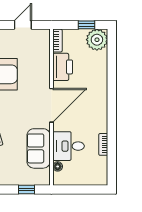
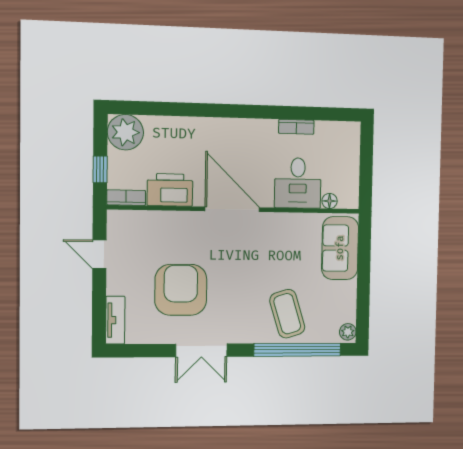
window: (86, 25) -> (100, 169), moved
sofa: (39, 148) -> (340, 248), moved, turned 90
window: (26, 189) -> (364, 251), removed

